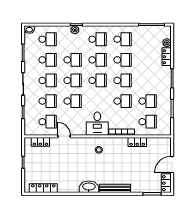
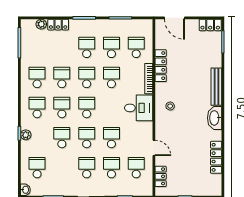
school desk: (48, 60) -> (87, 47), moved
door: (64, 136) -> (154, 148), swing flipped
locker: (137, 142) -> (161, 66), width x1.53
door: (172, 165) -> (175, 18), moved
locker: (43, 188) -> (216, 157), moved

